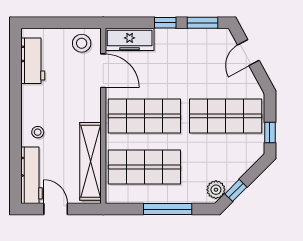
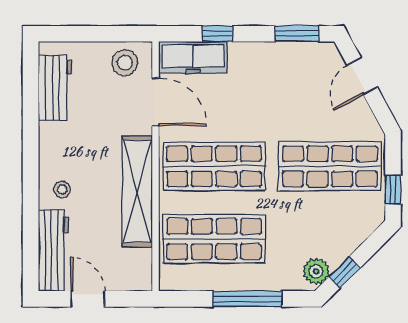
window: (165, 23) -> (217, 34), moved
shelving: (90, 161) -> (137, 191), moved

